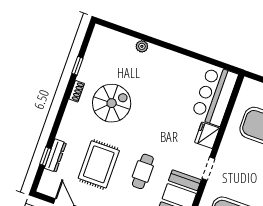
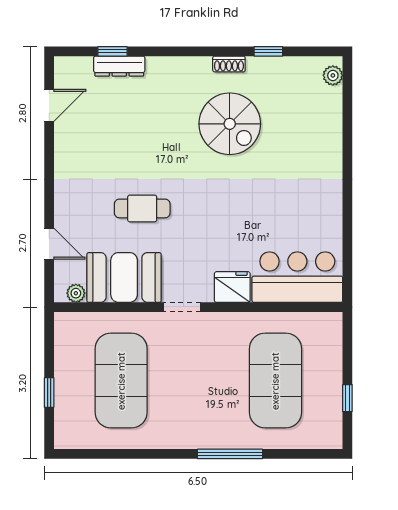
plant: (142, 46) -> (333, 75), moved
rug: (99, 164) -> (129, 137), removed

